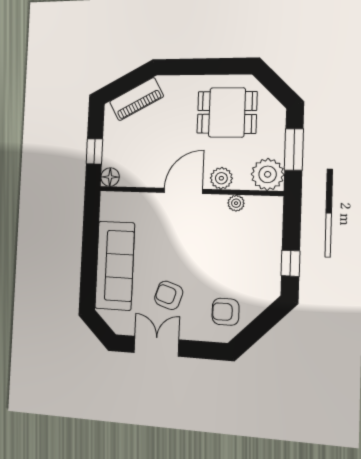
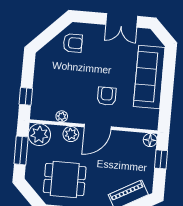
window: (291, 263) -> (26, 96), moved
armchair: (169, 295) -> (107, 96), moved, turned -108

